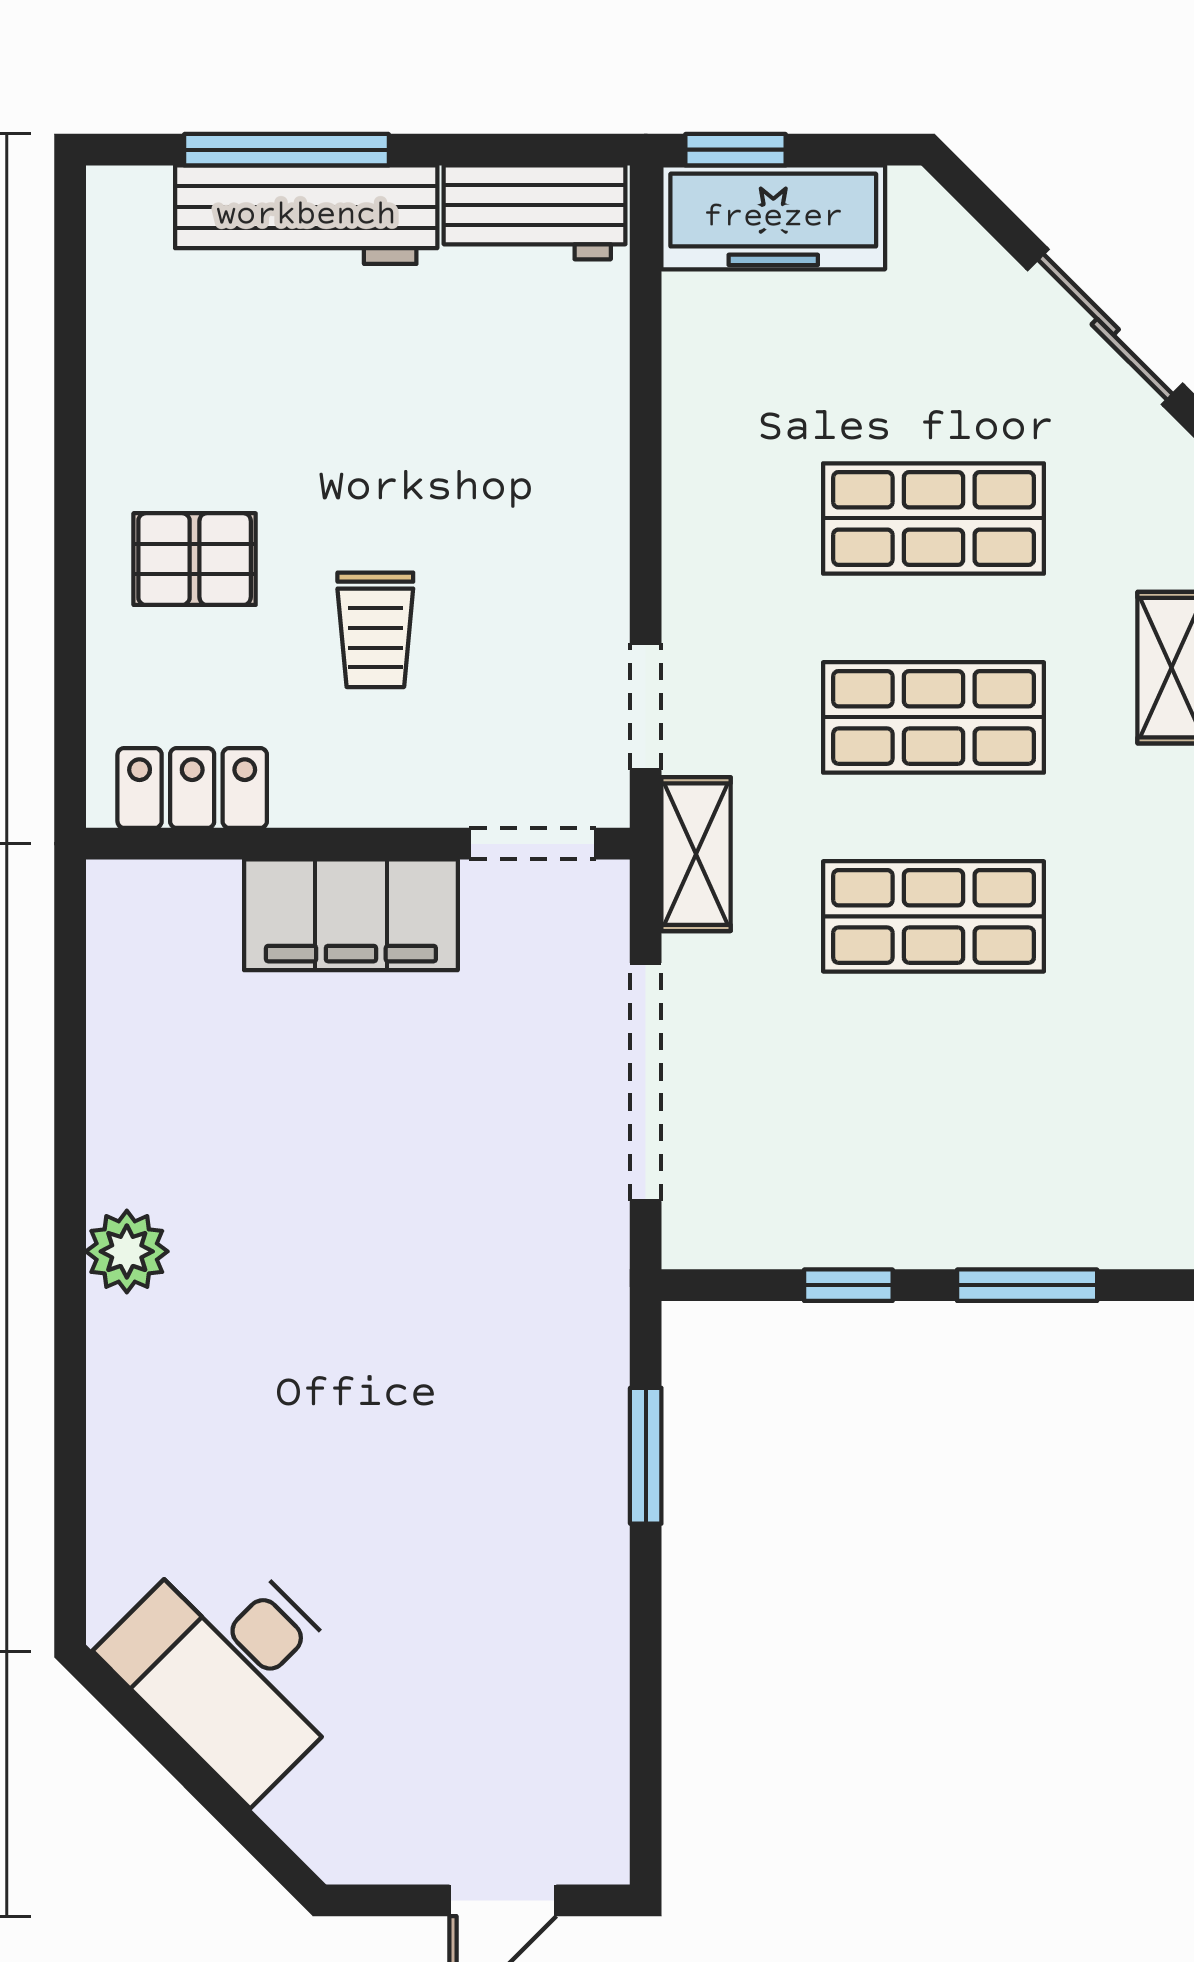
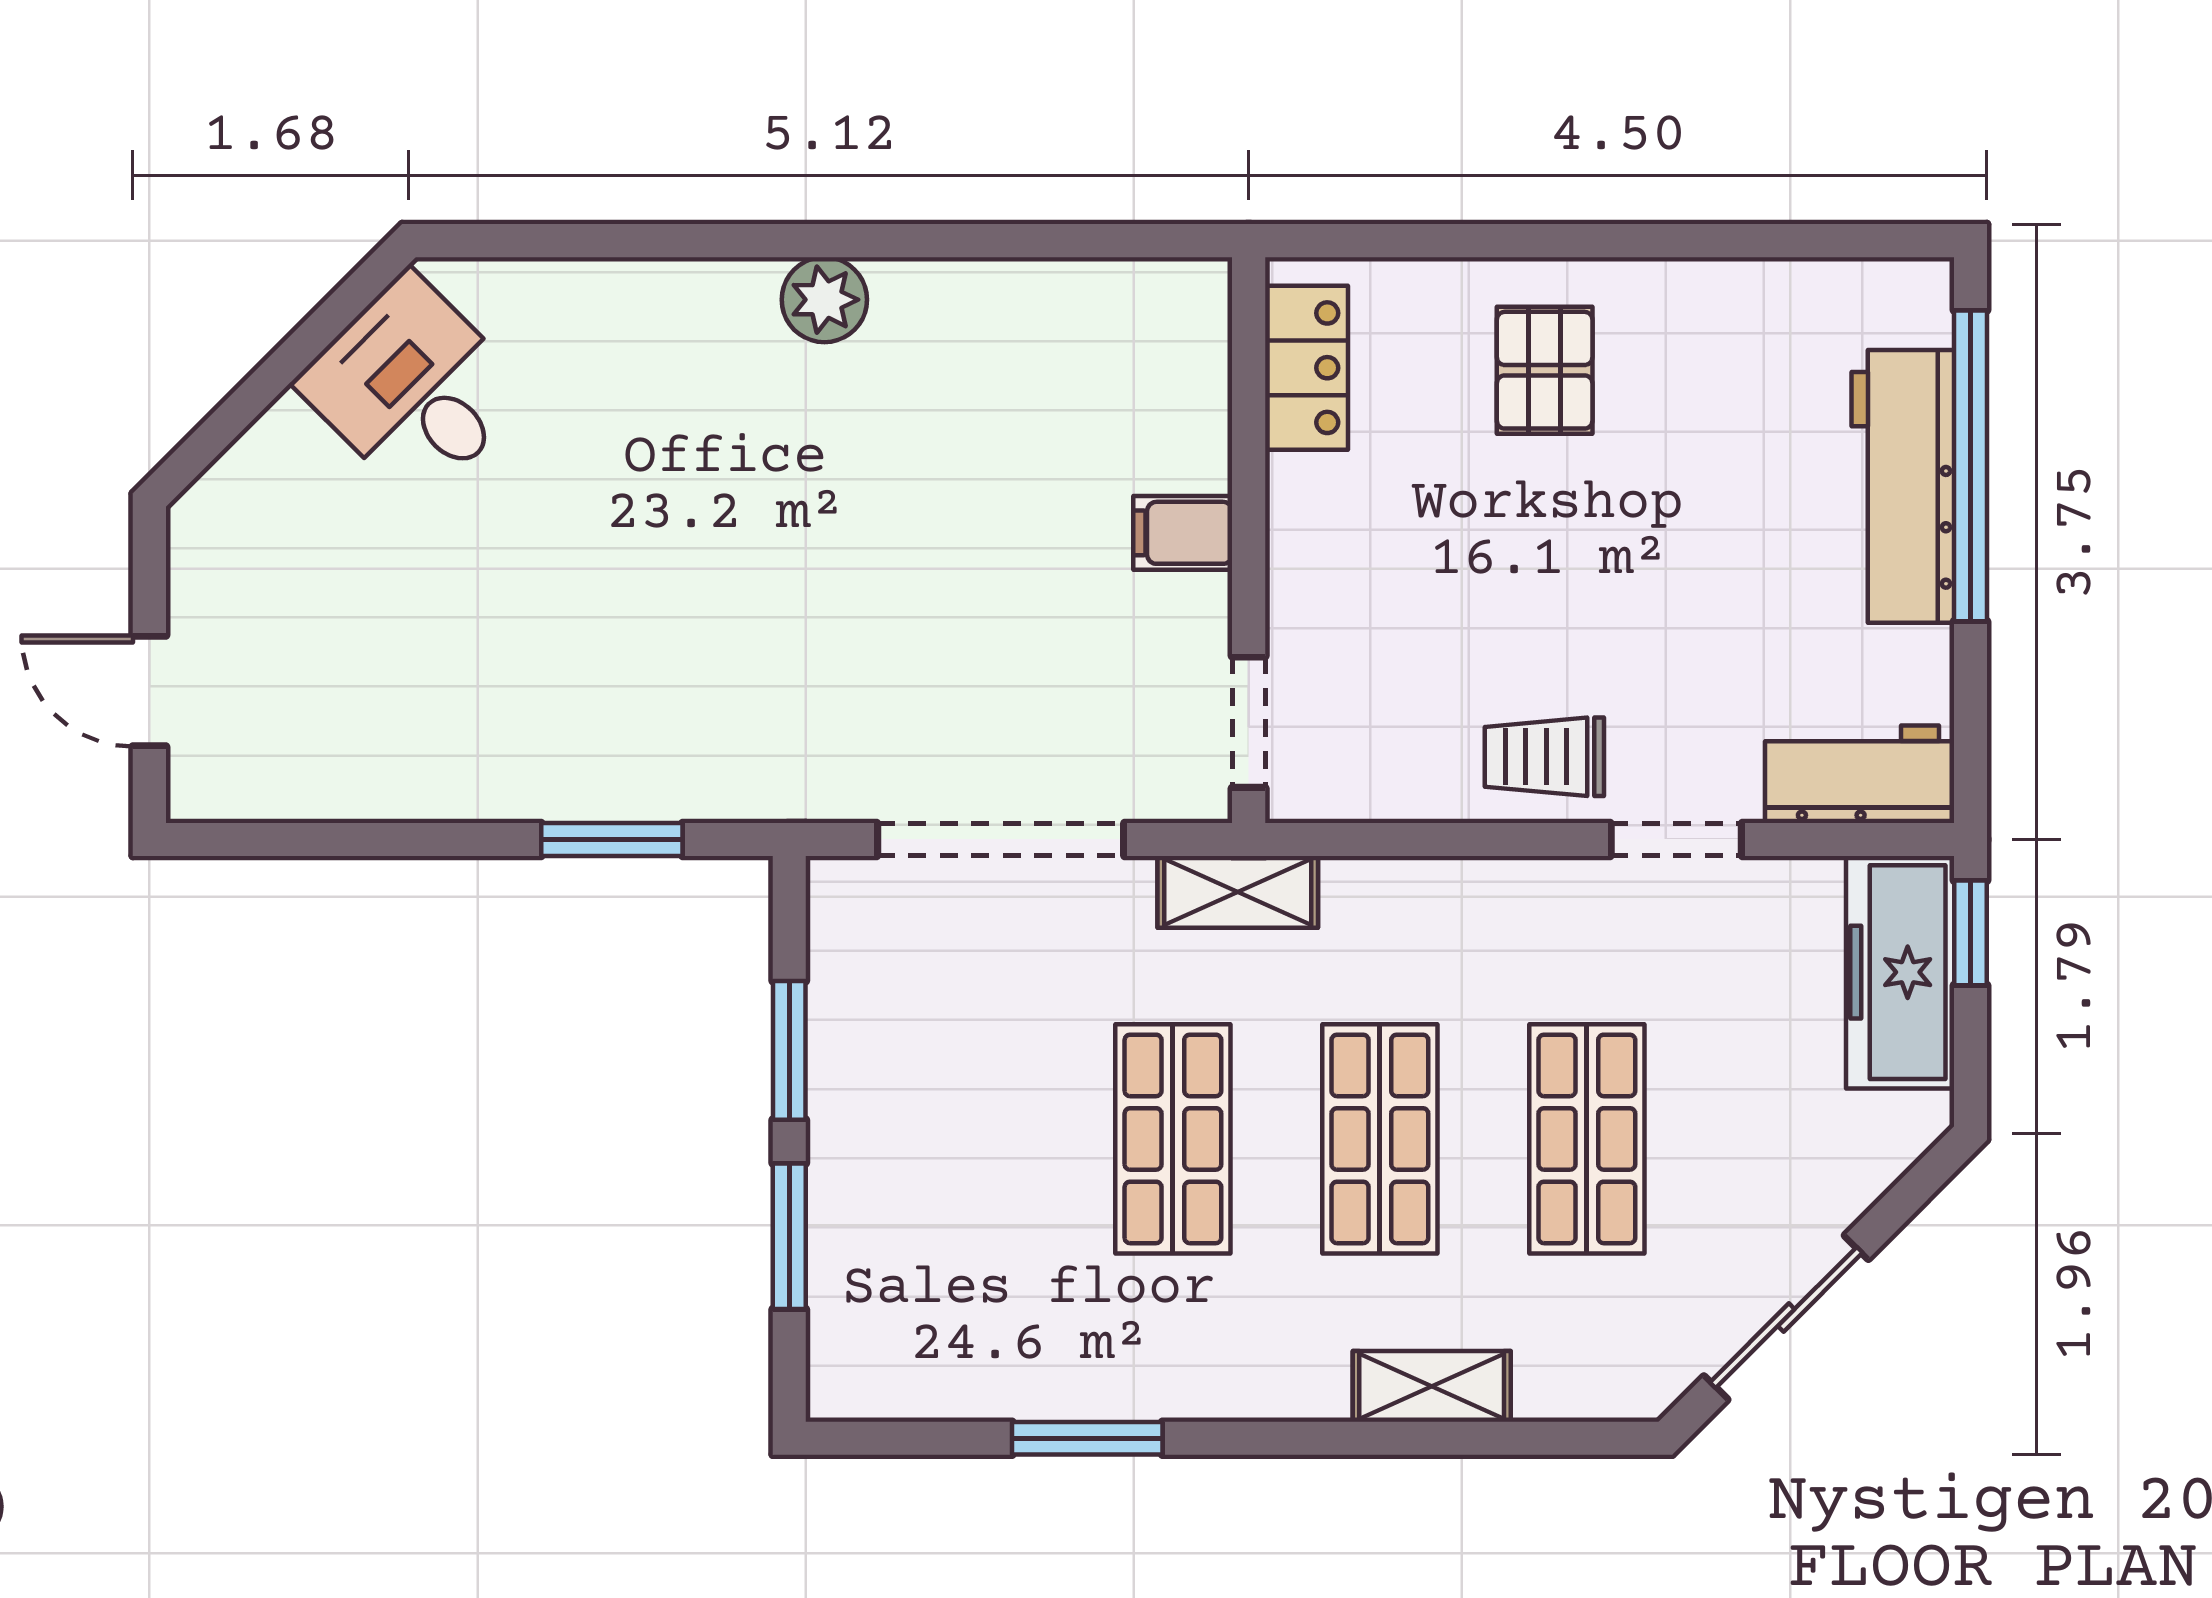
window: (287, 150) -> (1971, 466), width x1.46
workbench: (535, 212) -> (1860, 774), moved, turned 90
trolley: (375, 630) -> (1544, 757), moved
doorway: (646, 707) -> (1676, 839), moved
filing cabinet: (351, 915) -> (1183, 533), width x0.33, depth x0.86
window: (848, 1285) -> (789, 1050), width x1.50
desk: (233, 1668) -> (413, 388), width x0.73

